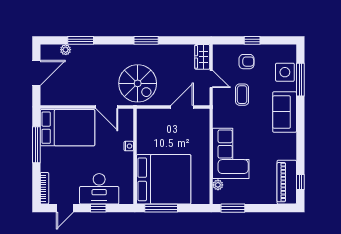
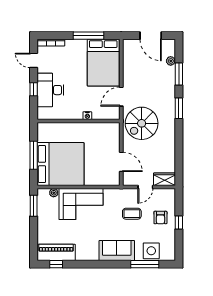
window: (146, 40) -> (179, 108), moved
bed: (164, 179) -> (60, 164), moved, turned -90
window: (161, 208) -> (34, 155), moved

